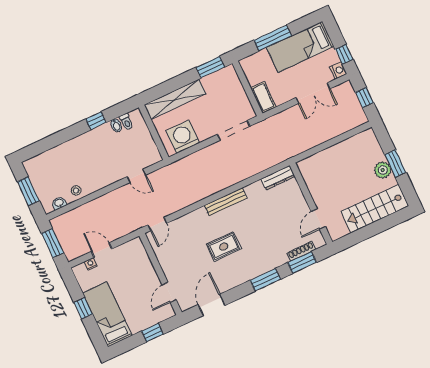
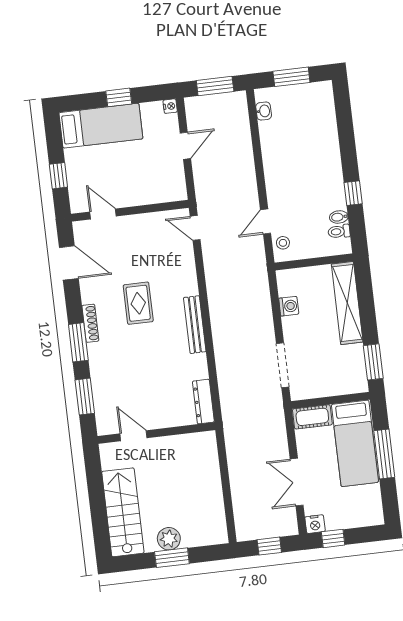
bed: (300, 47) -> (355, 443), moved, turned 180
washing machine: (183, 137) -> (289, 306), width x0.53, depth x0.53
stool: (76, 191) -> (283, 243), moved
shoe rack: (301, 251) -> (90, 323), moved
nightstand: (91, 264) -> (170, 106), moved

